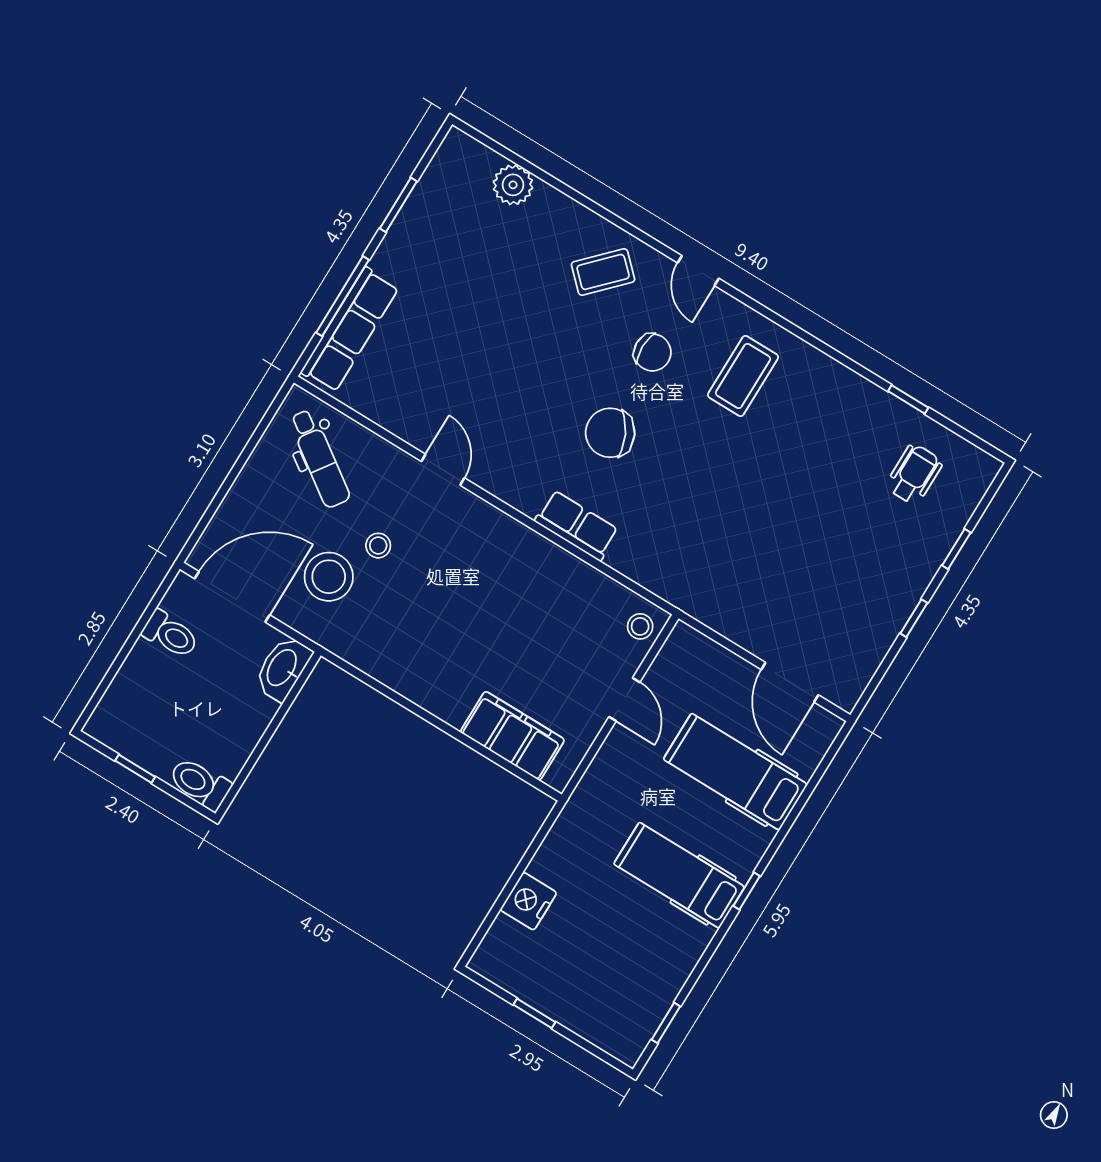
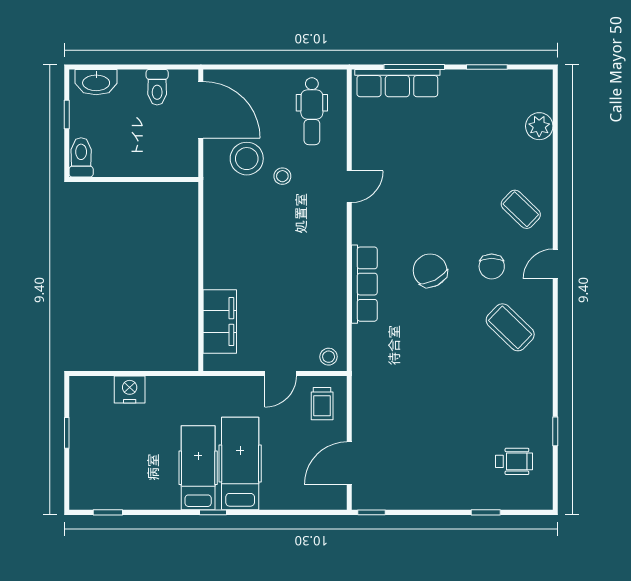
coffee table: (743, 376) -> (510, 327), turned 44
dental chair: (319, 459) -> (312, 111), turned -35
row of seats: (577, 526) -> (364, 284), width x1.48
window: (914, 618) -> (372, 512), moved
washbasin: (283, 668) -> (96, 82), moved, turned 180
trolley: (694, 671) -> (322, 404), added
hospital bed: (735, 772) -> (240, 464), moved

